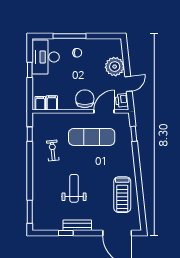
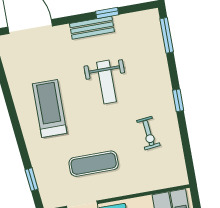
window: (30, 134) -> (178, 100), moved
exercise mat: (92, 137) -> (94, 164), width x0.73, depth x0.69
treadmill: (122, 195) -> (50, 109), moved

